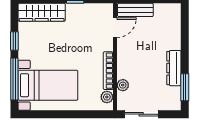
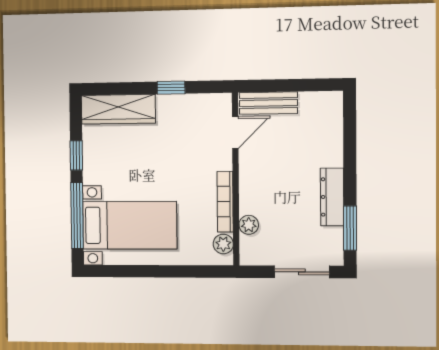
sliding door: (141, 114) -> (302, 272), moved

